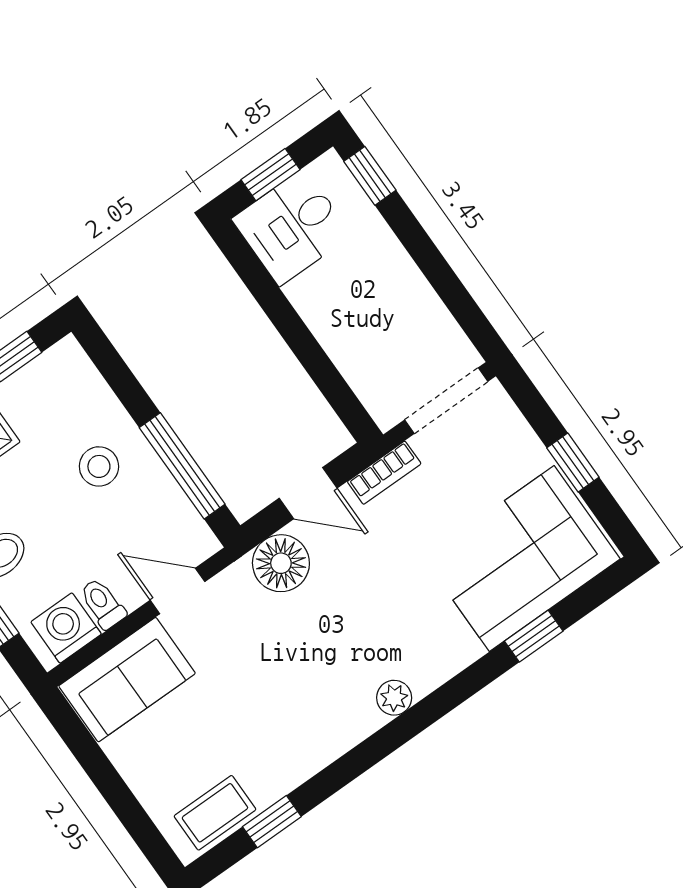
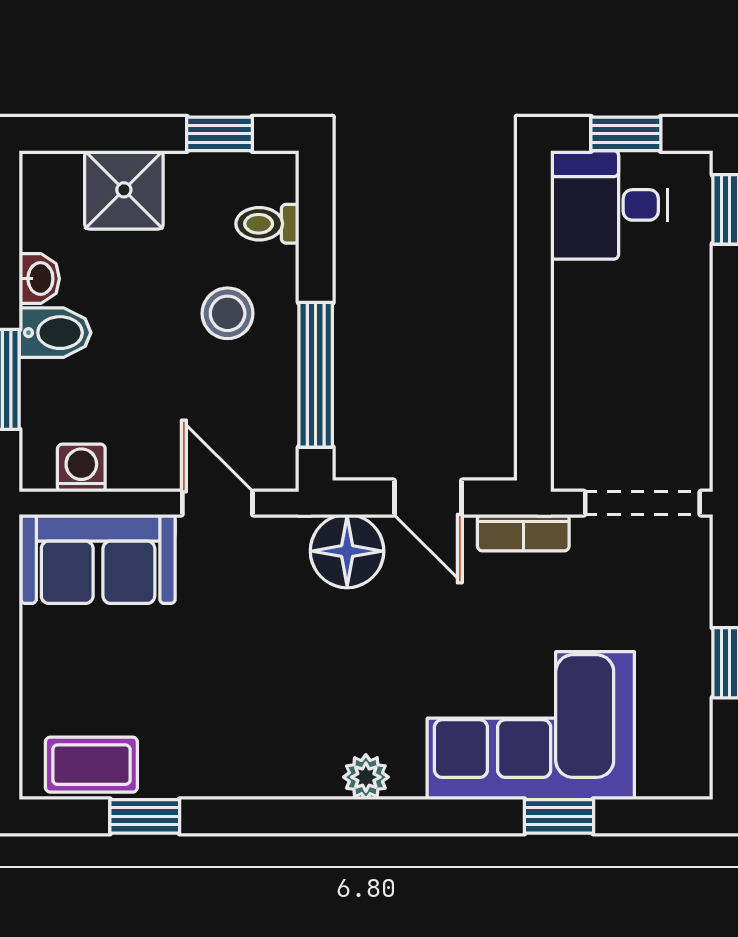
corner sofa: (522, 559) -> (531, 726), moved
toilet: (103, 604) -> (267, 224), moved, turned -90
washing machine: (66, 628) -> (81, 468), width x0.73, depth x0.73

